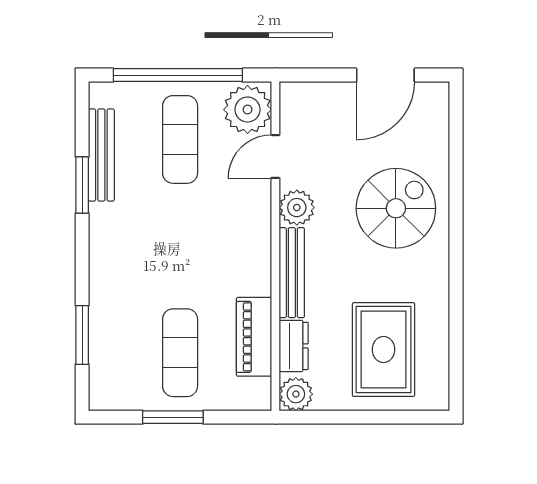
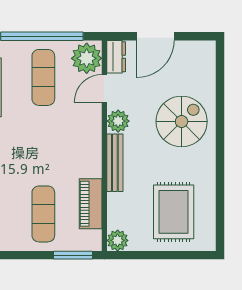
door: (385, 75) -> (155, 36), moved
dresser: (294, 346) -> (116, 57), moved
window: (173, 417) -> (73, 255), moved

